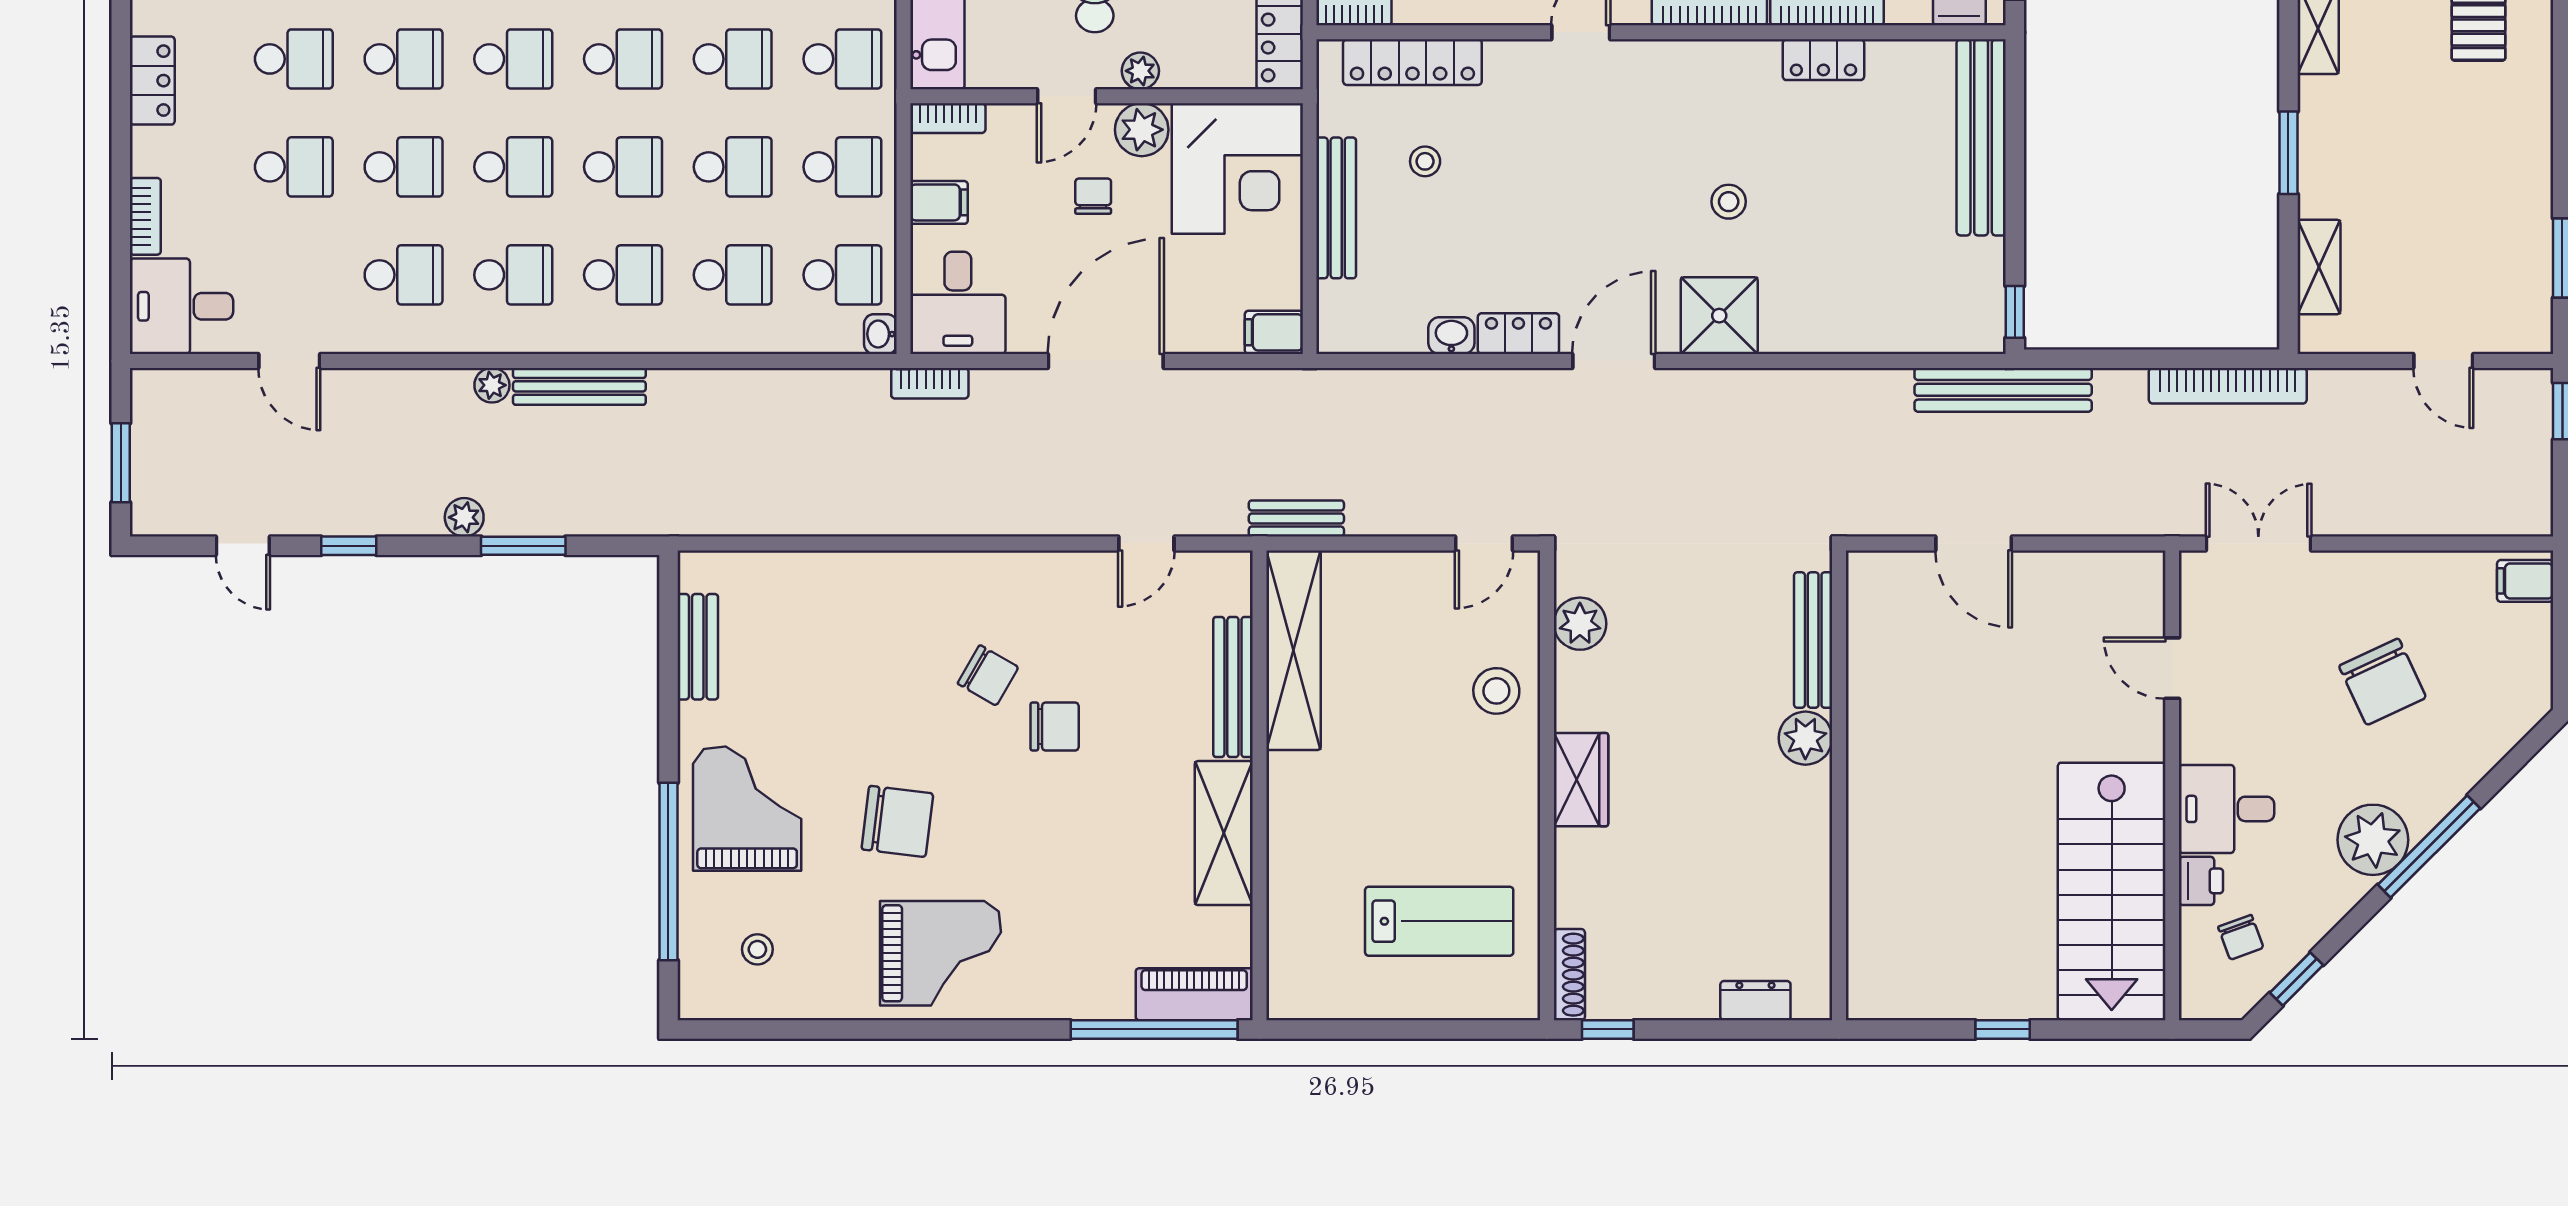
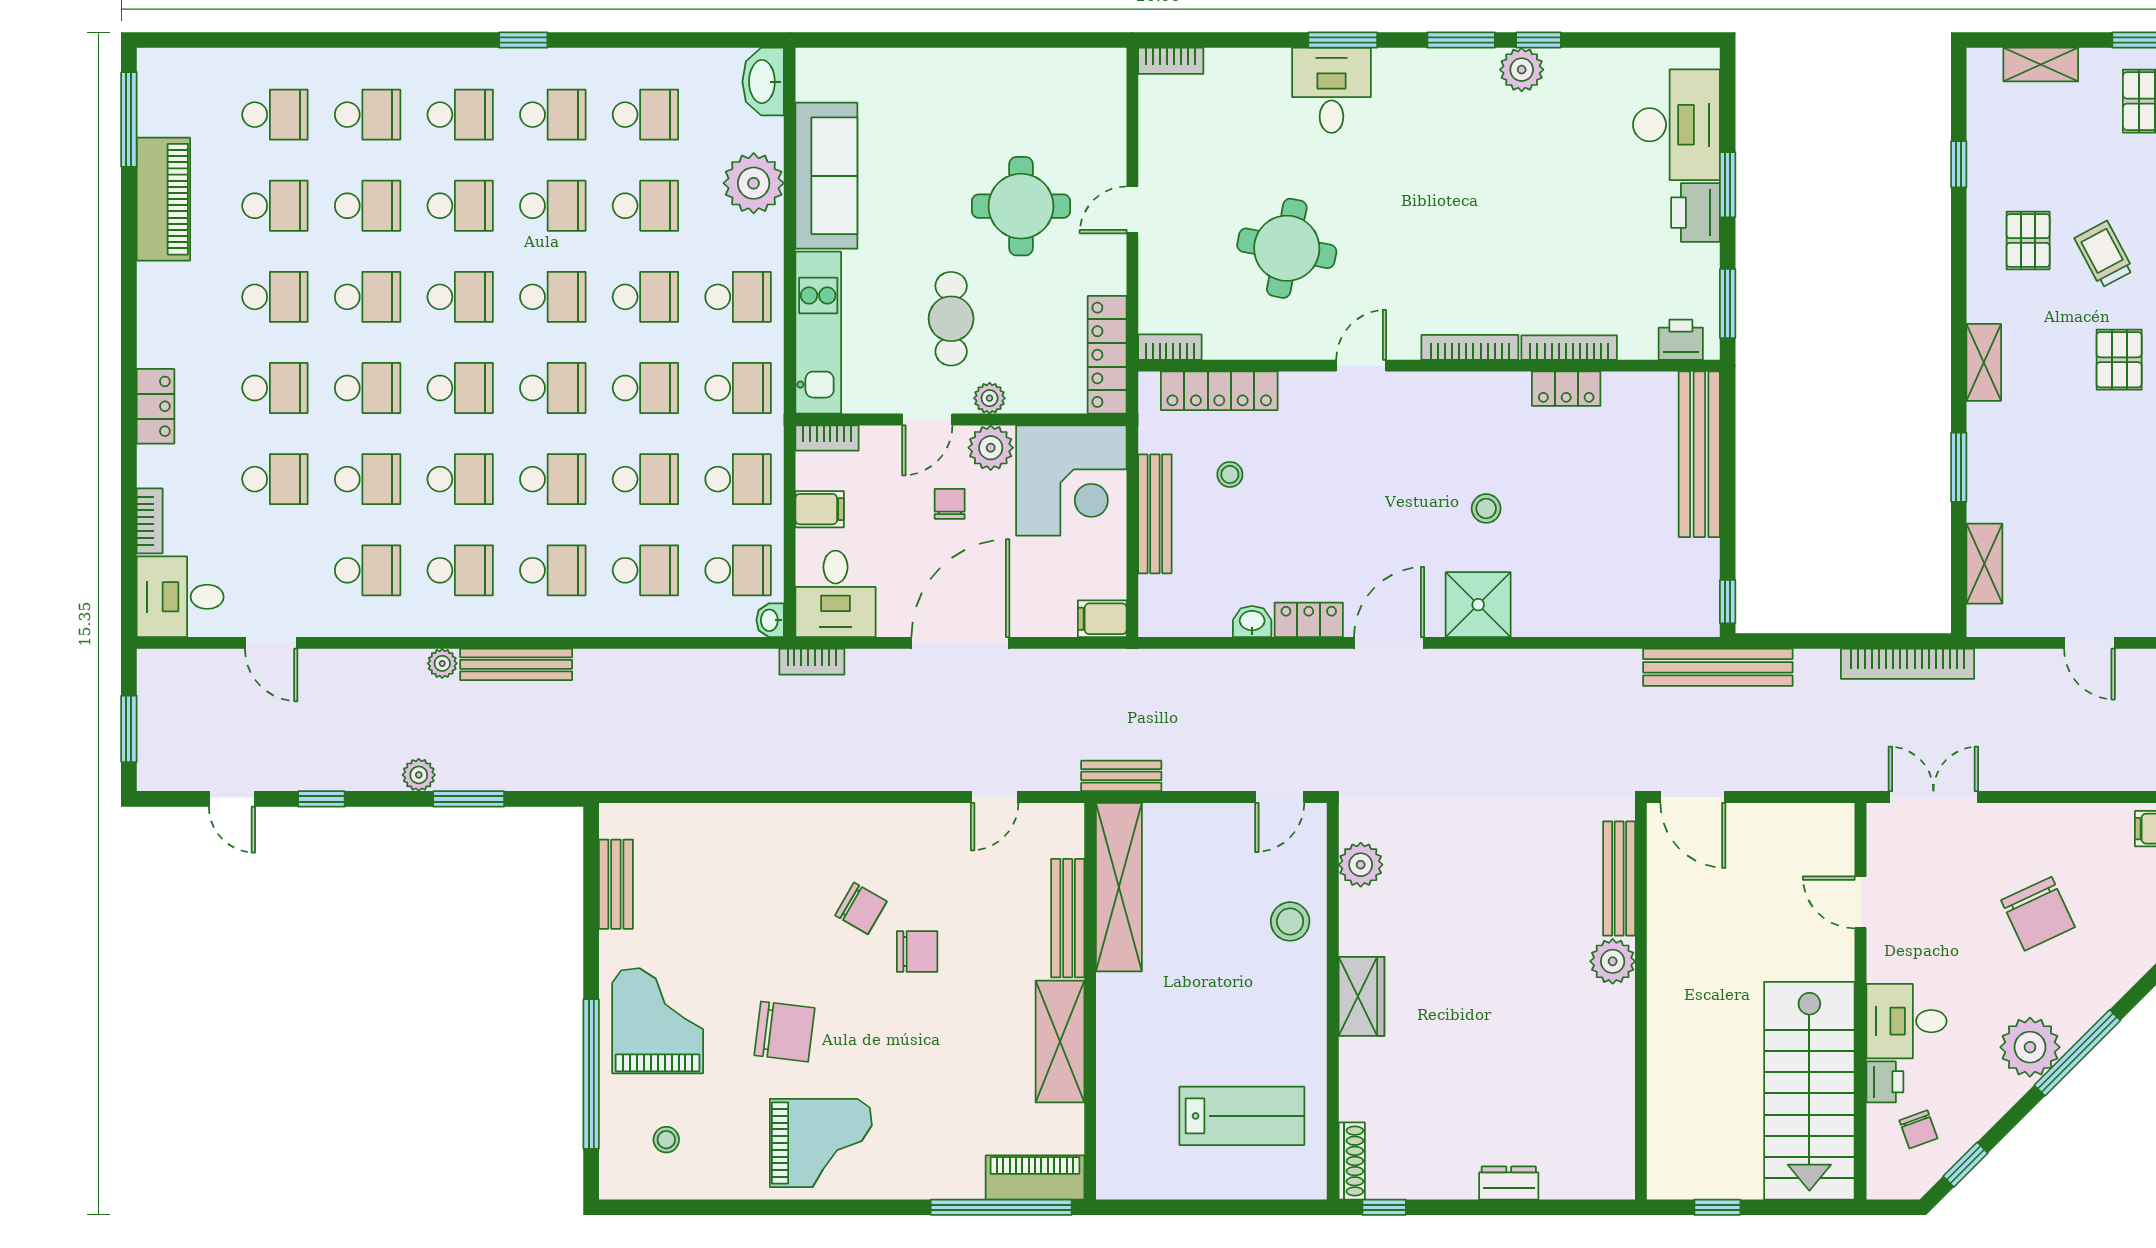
bench: (1813, 640) -> (1619, 879), moved
plant: (1805, 738) -> (1613, 961), moved
wall: (1839, 785) -> (1641, 1001), moved

